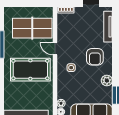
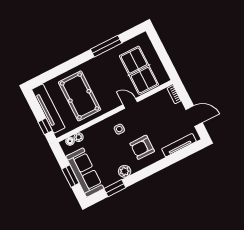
door: (55, 49) -> (130, 103), hinge flipped
pool table: (30, 70) -> (80, 96), moved

